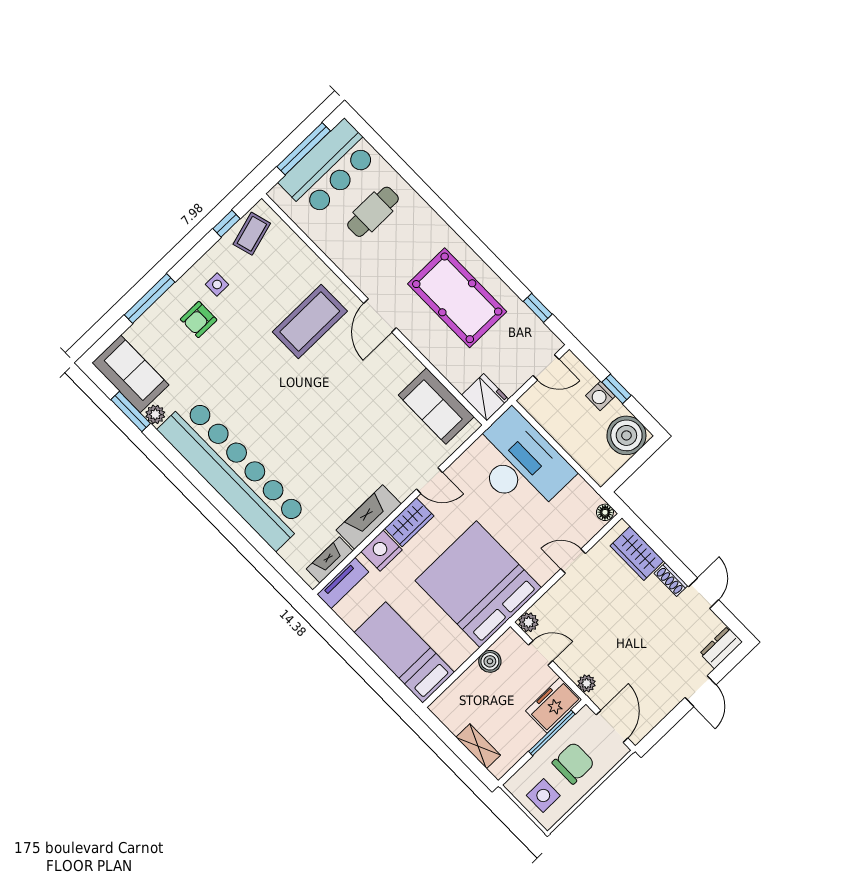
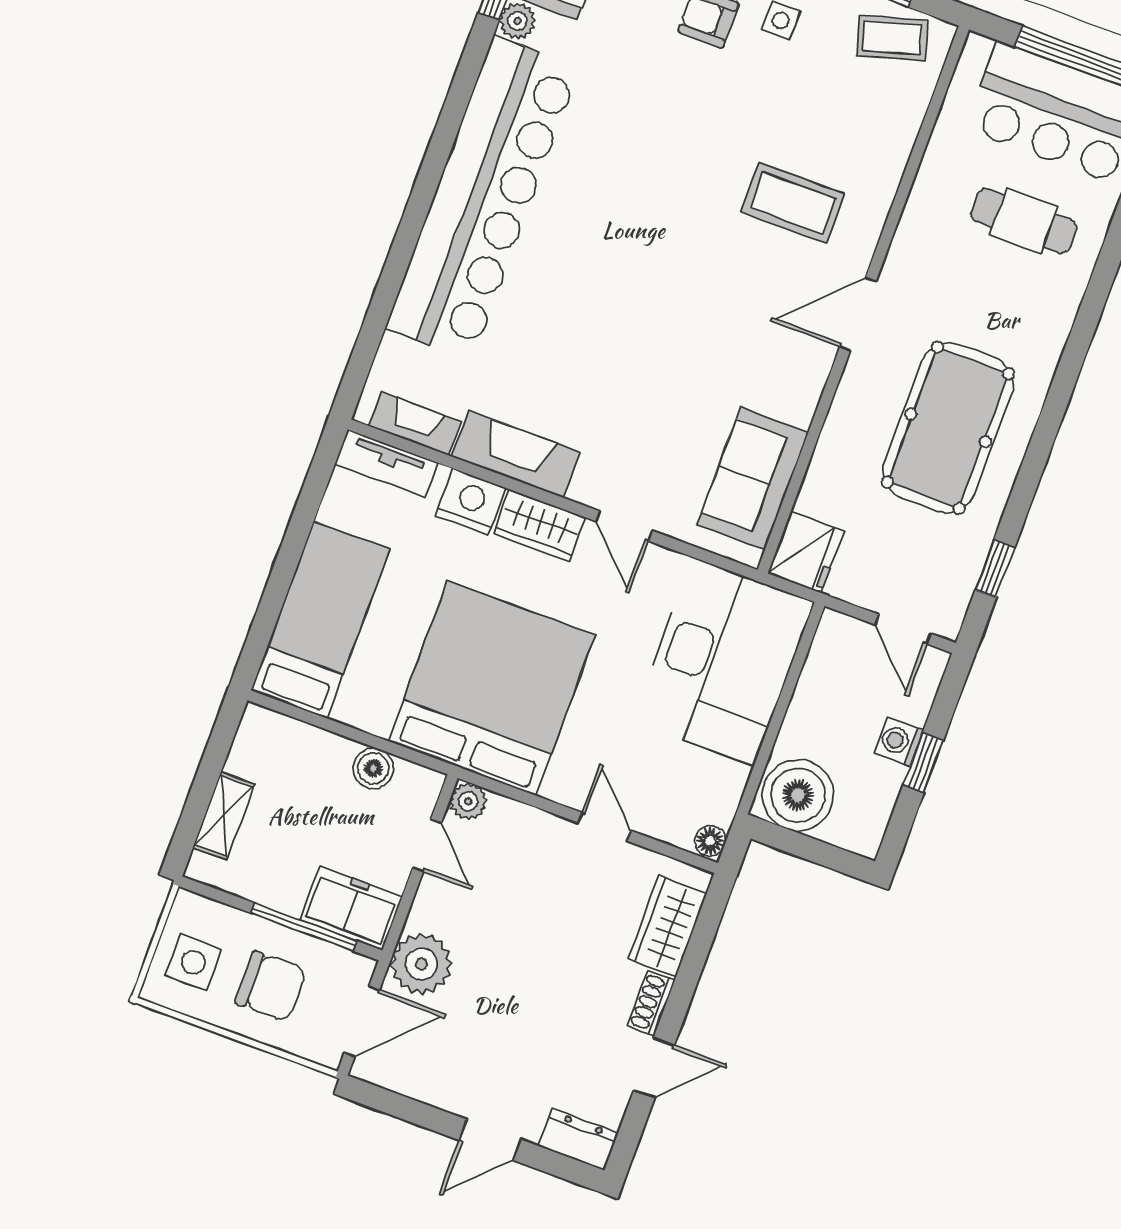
coffee table: (310, 322) -> (793, 203), width x0.73, depth x0.76
boiler: (626, 435) -> (798, 795), moved
plant: (587, 683) -> (421, 964), width x1.88, depth x1.88

